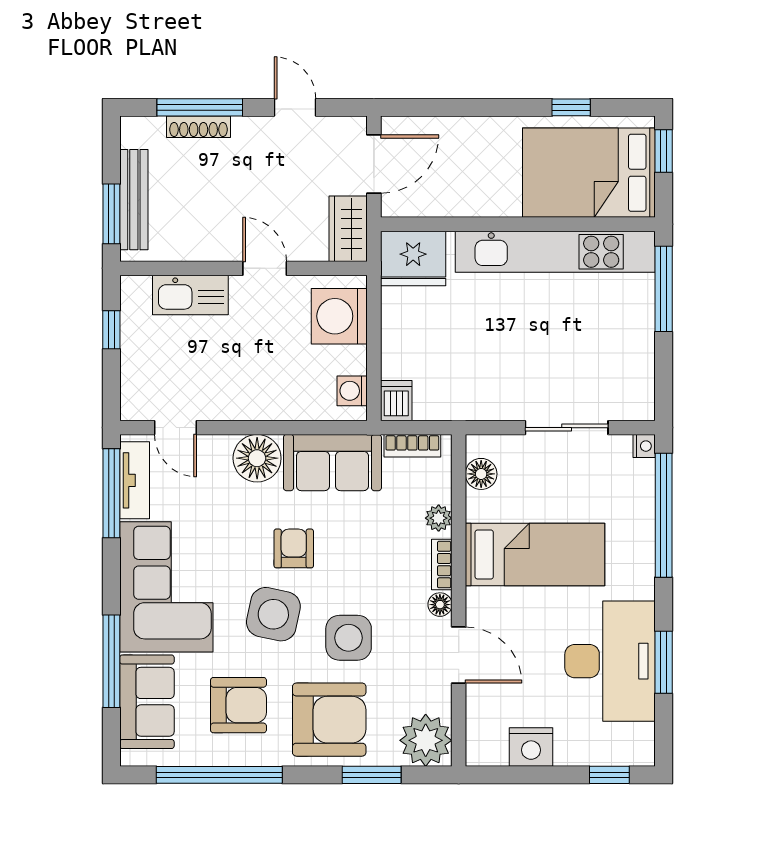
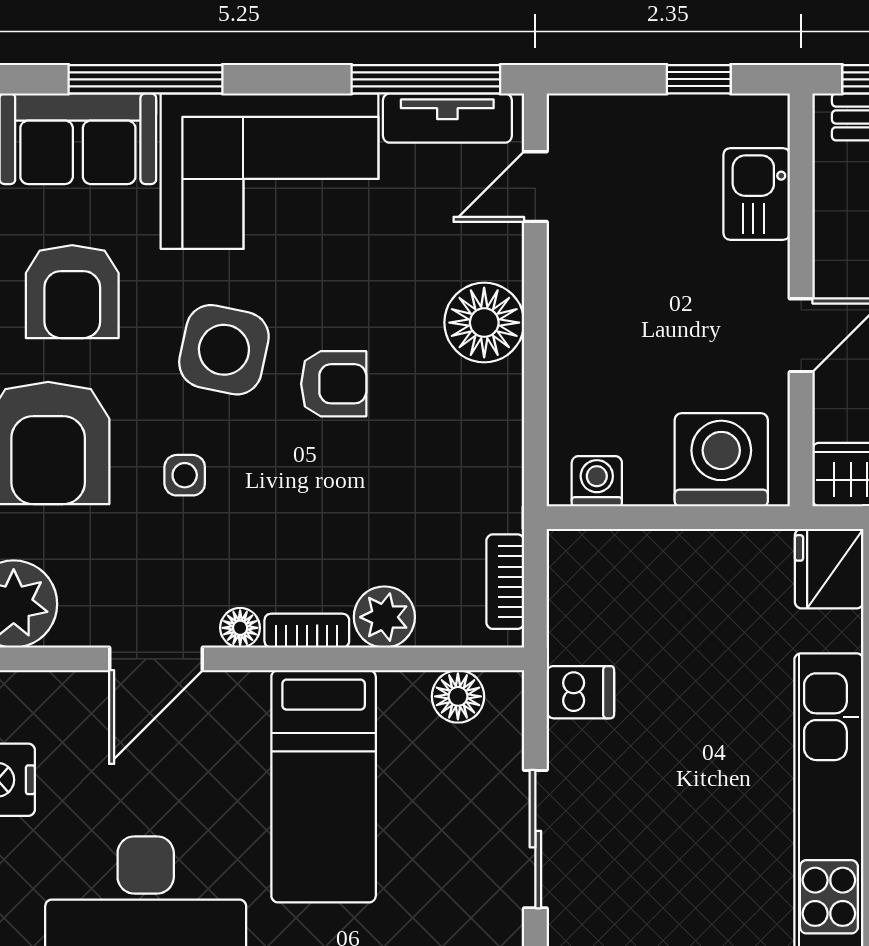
fridge: (413, 259) -> (829, 569), width x0.73, depth x0.75
kitchen sink: (190, 295) -> (757, 194), width x0.73
dishwasher: (396, 401) -> (580, 692), moved
sofa: (332, 463) -> (477, 448), removed
plant: (439, 518) -> (384, 617), width x1.38, depth x1.38
side table: (349, 638) -> (185, 475), width x0.54, depth x0.54

